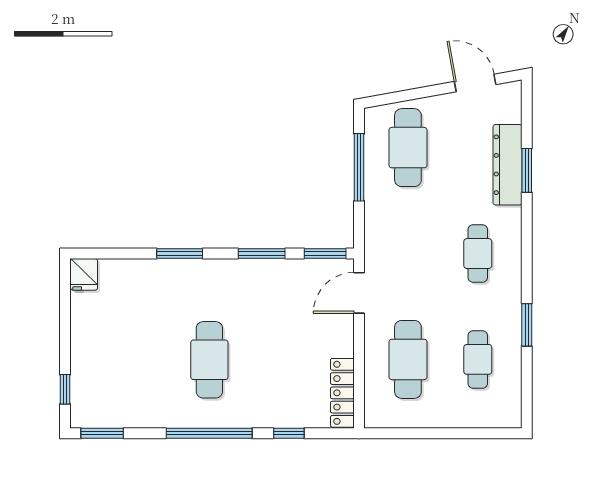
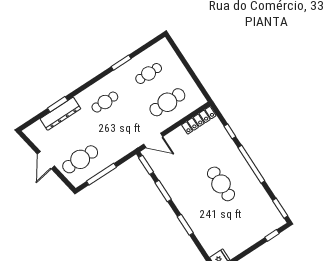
door: (475, 83) -> (46, 160), moved
cafe table: (209, 360) -> (221, 184), turned 90

